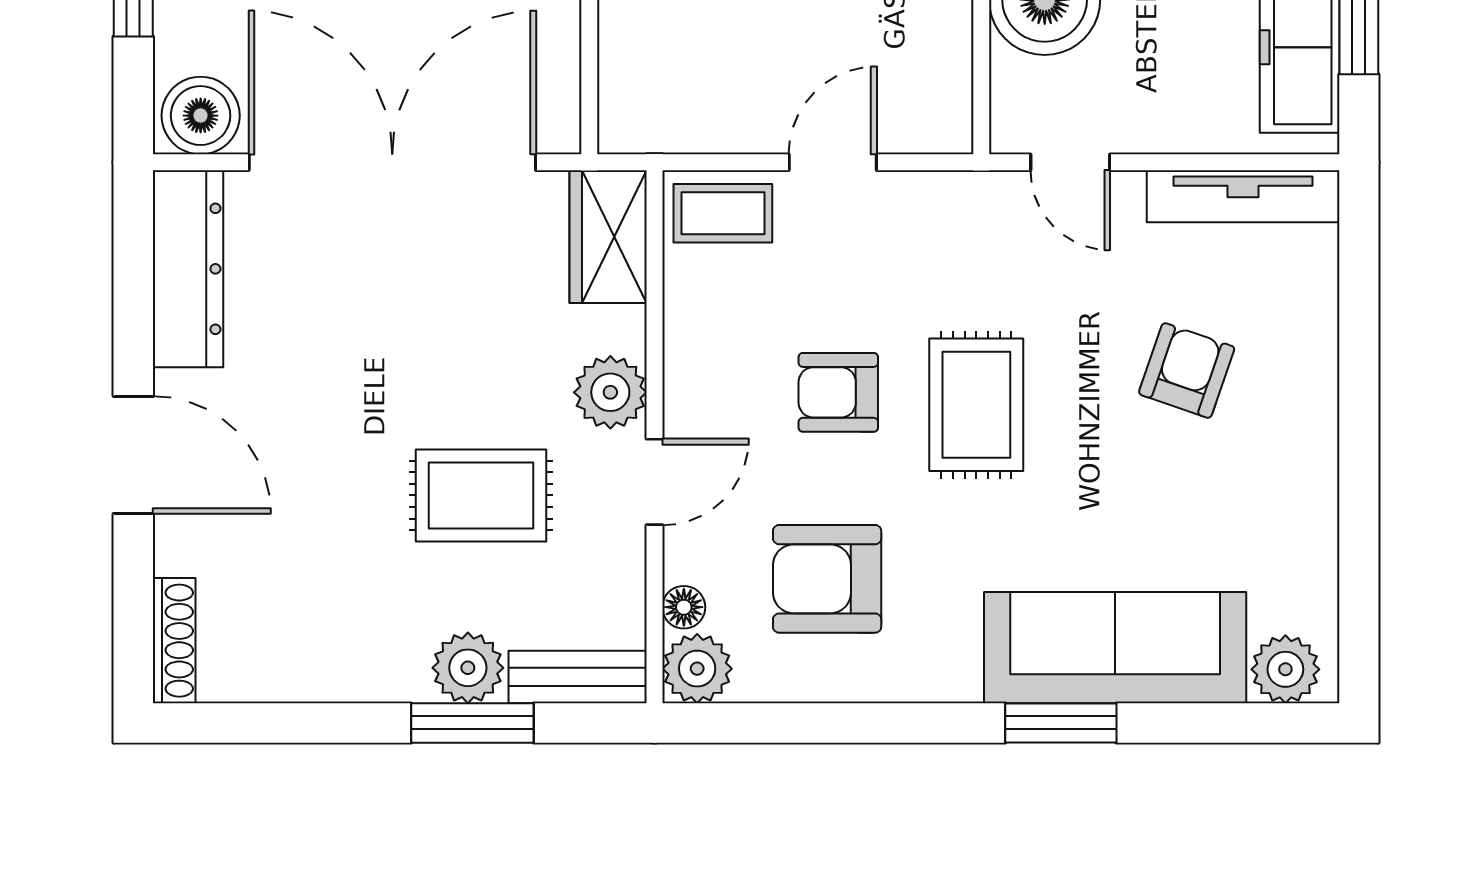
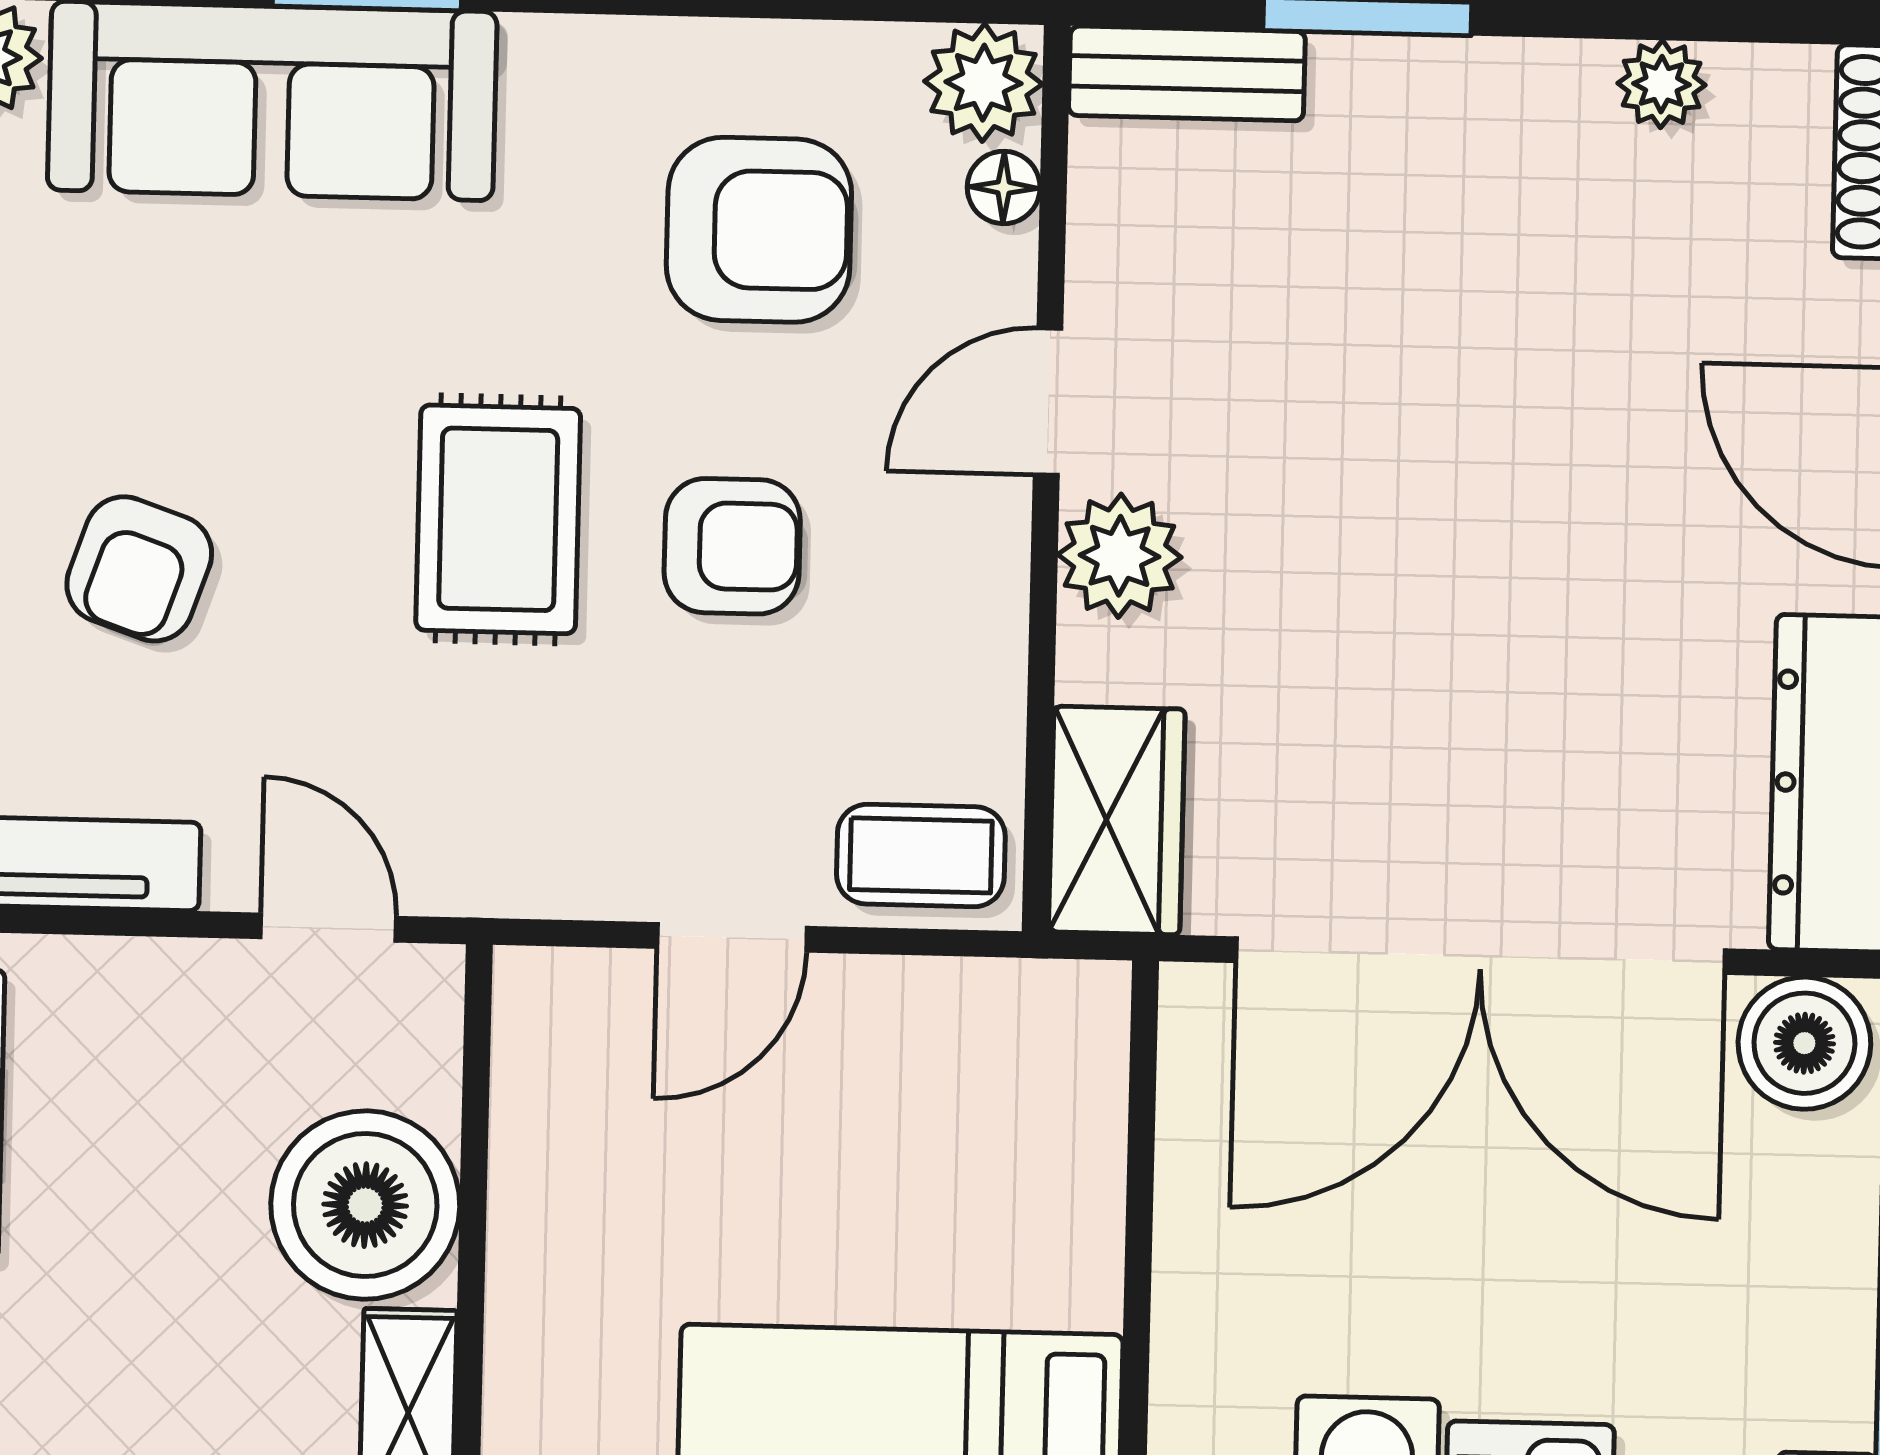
rug: (481, 495) -> (1344, 386), removed
plant: (468, 668) -> (1662, 84), moved, width x0.73, depth x0.73

